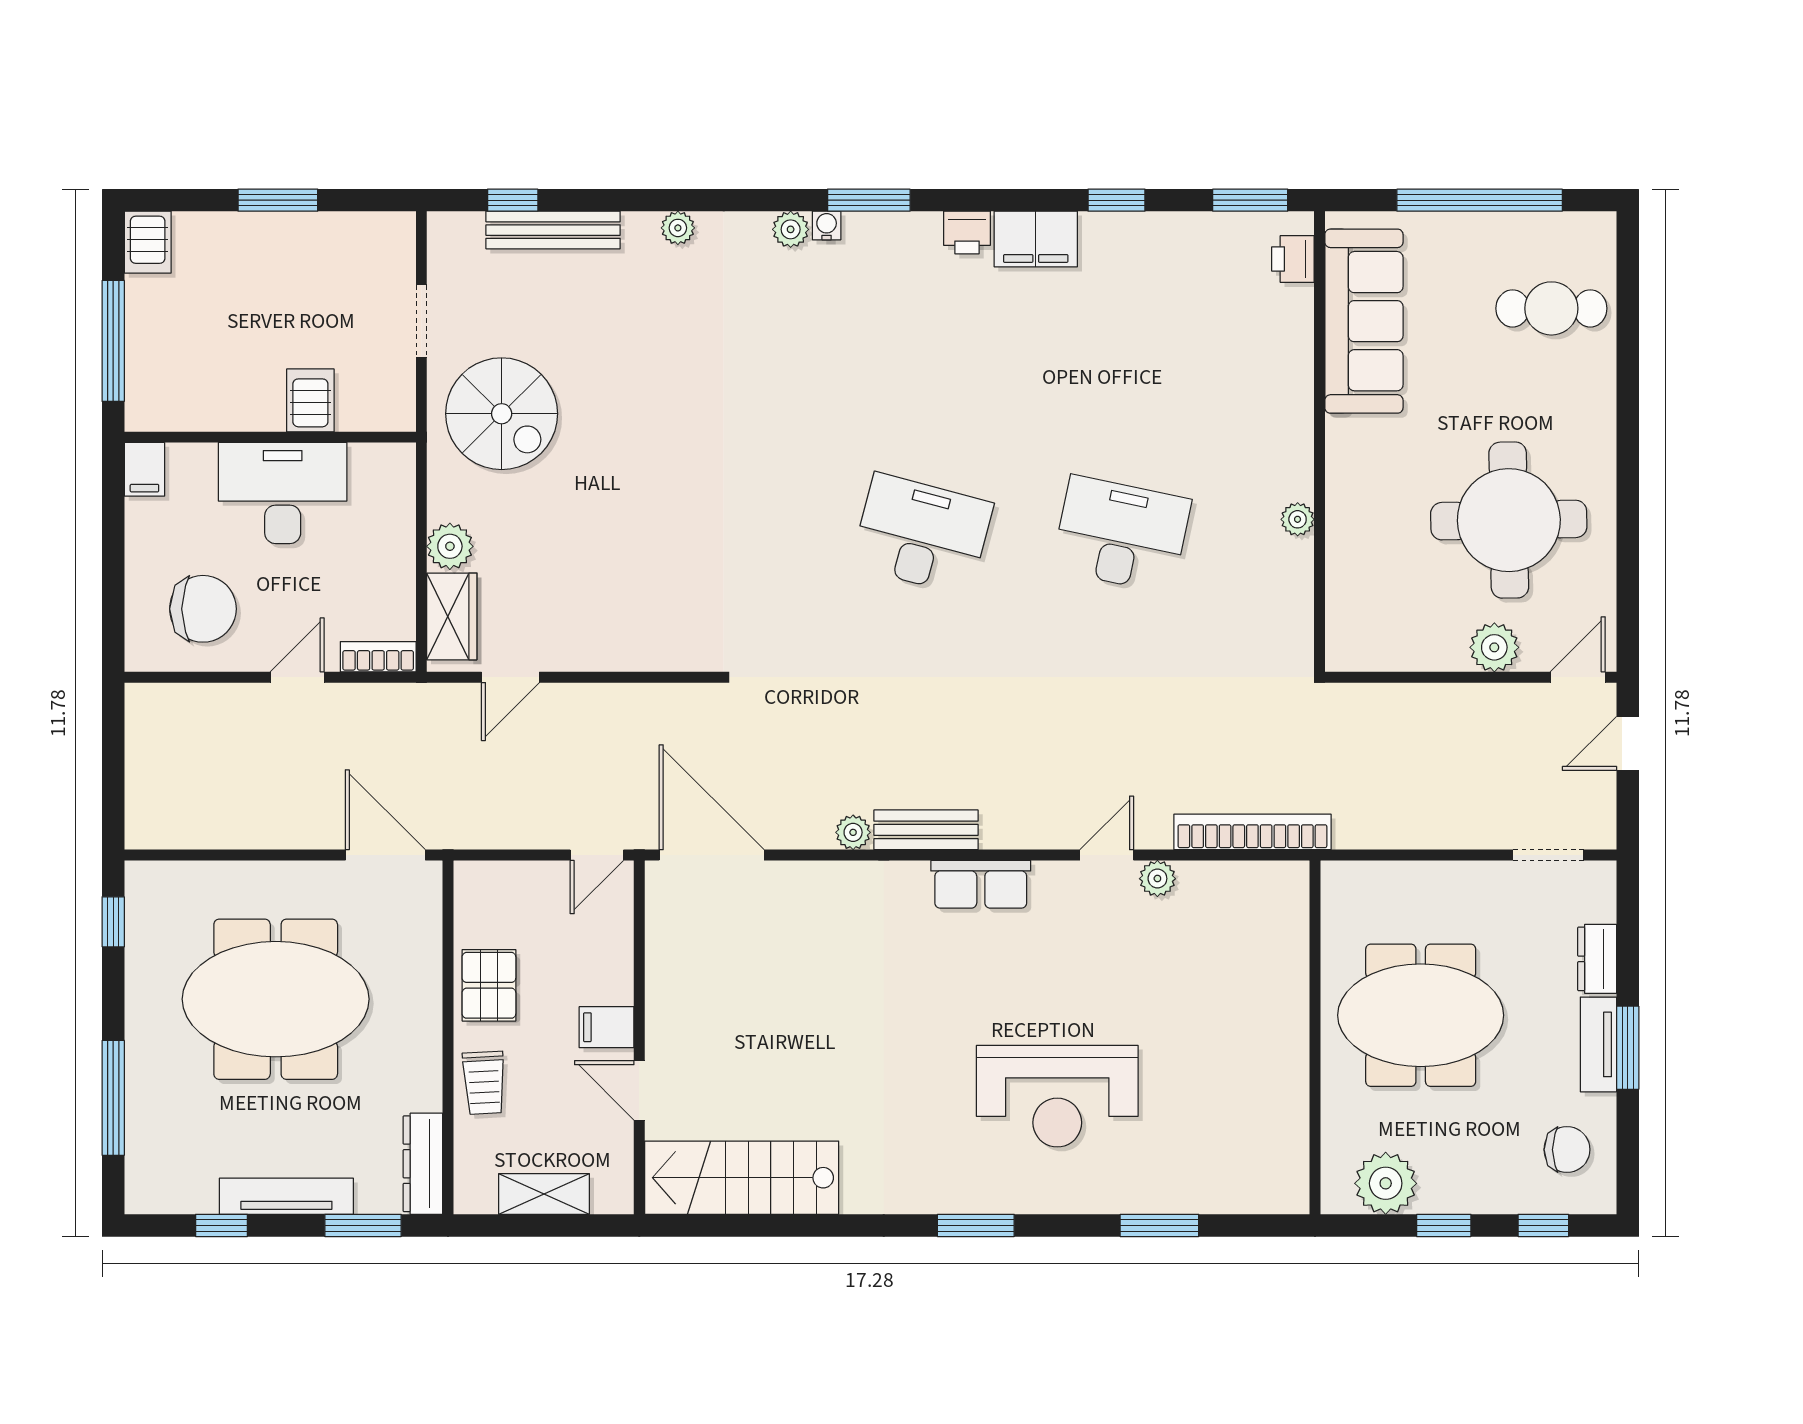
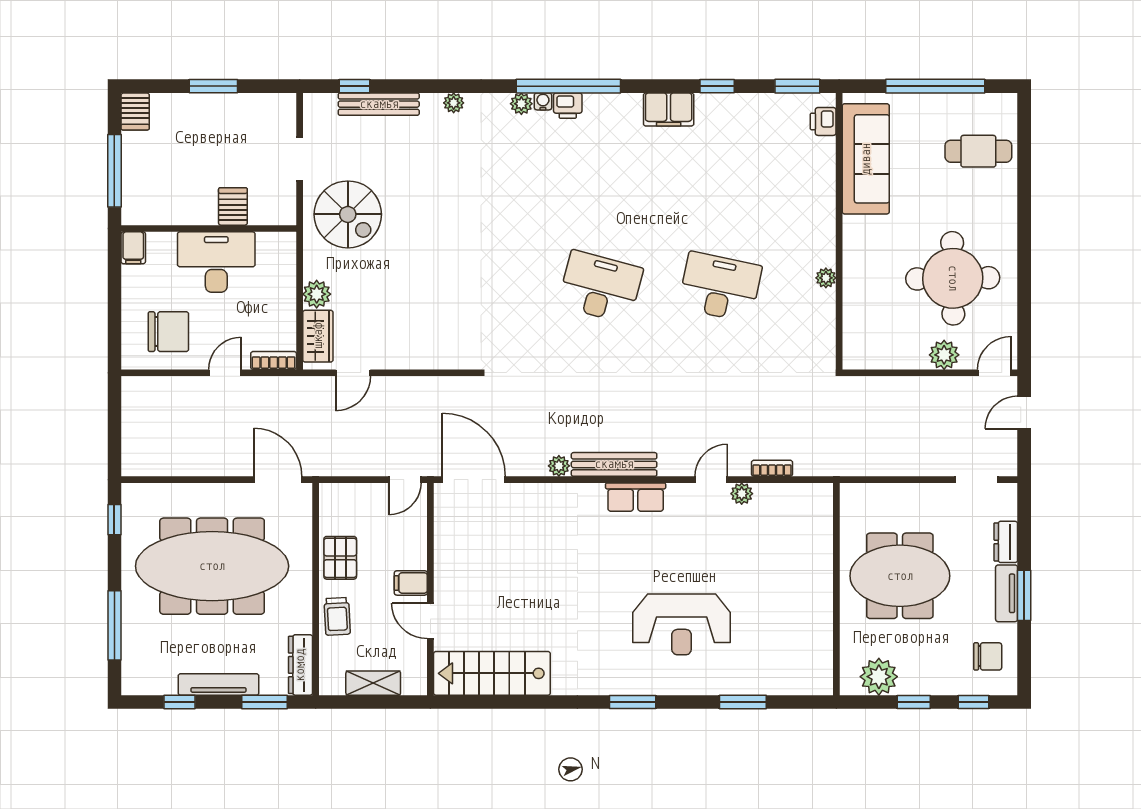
window: (869, 200) -> (568, 86), width x2.11
printer: (967, 233) -> (568, 106), moved
bench: (926, 830) -> (614, 464), width x1.36
bookcase: (1252, 832) -> (772, 468), width x0.43, depth x0.76
meeting table: (276, 999) -> (212, 566), width x1.36

